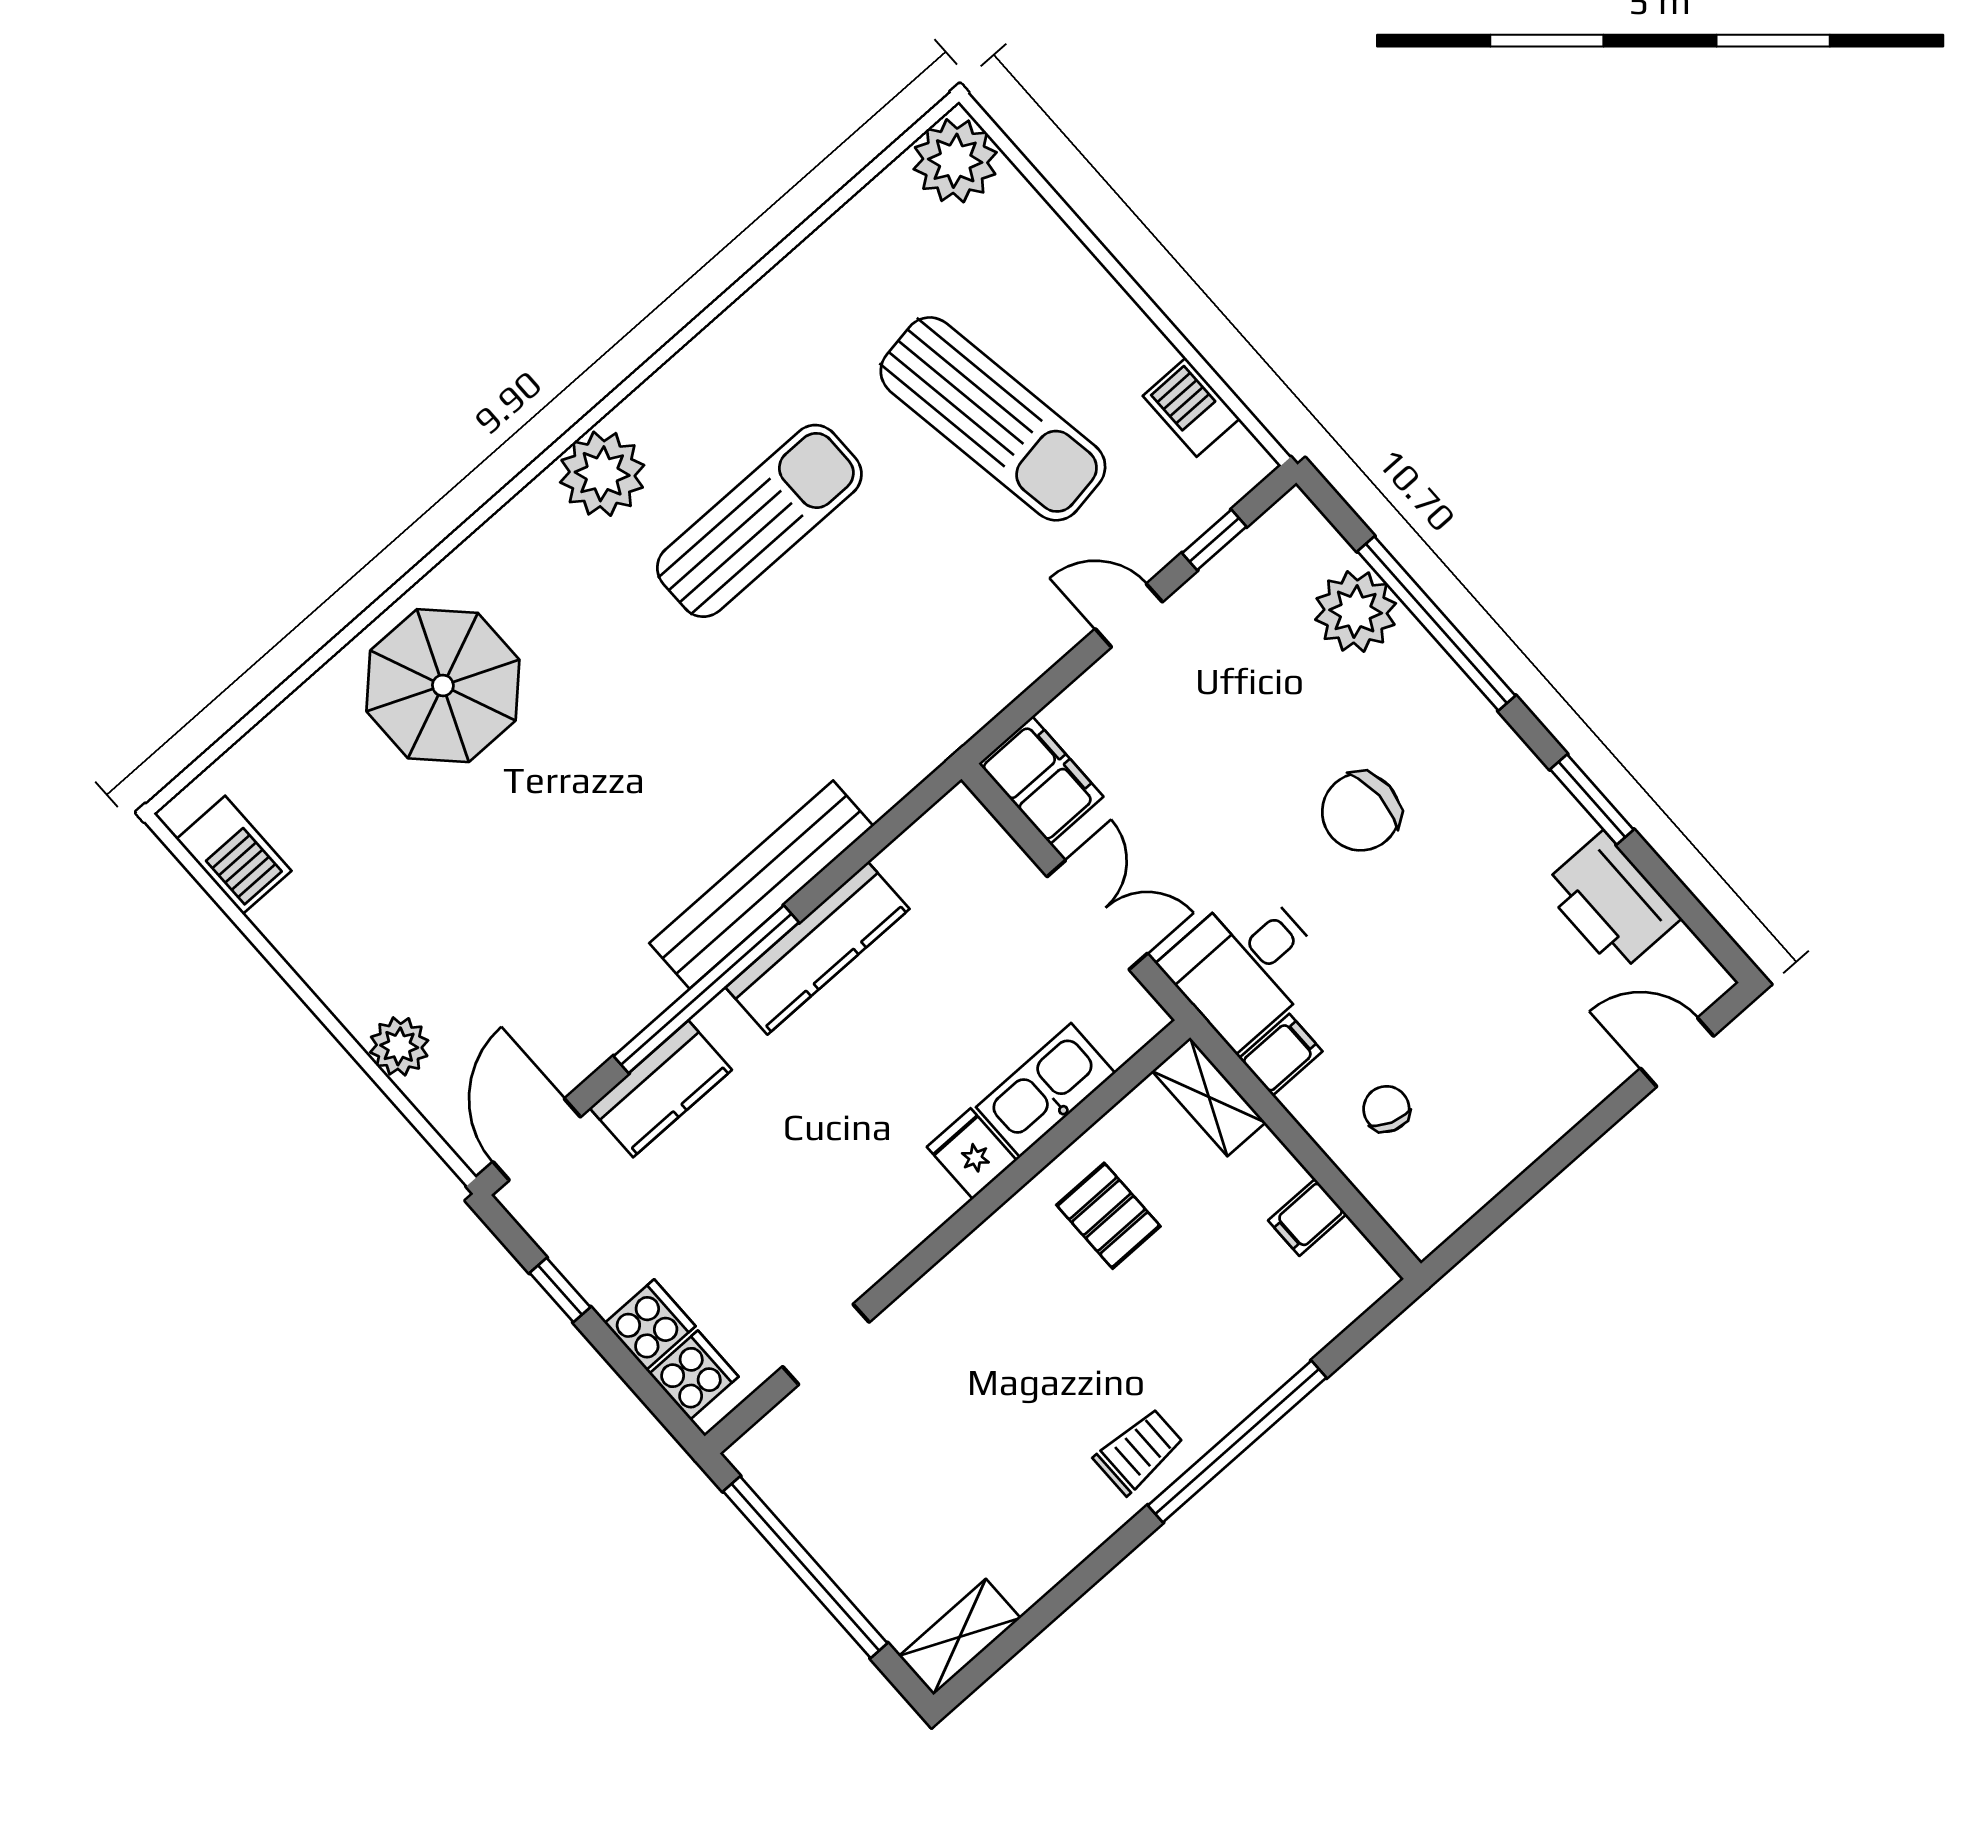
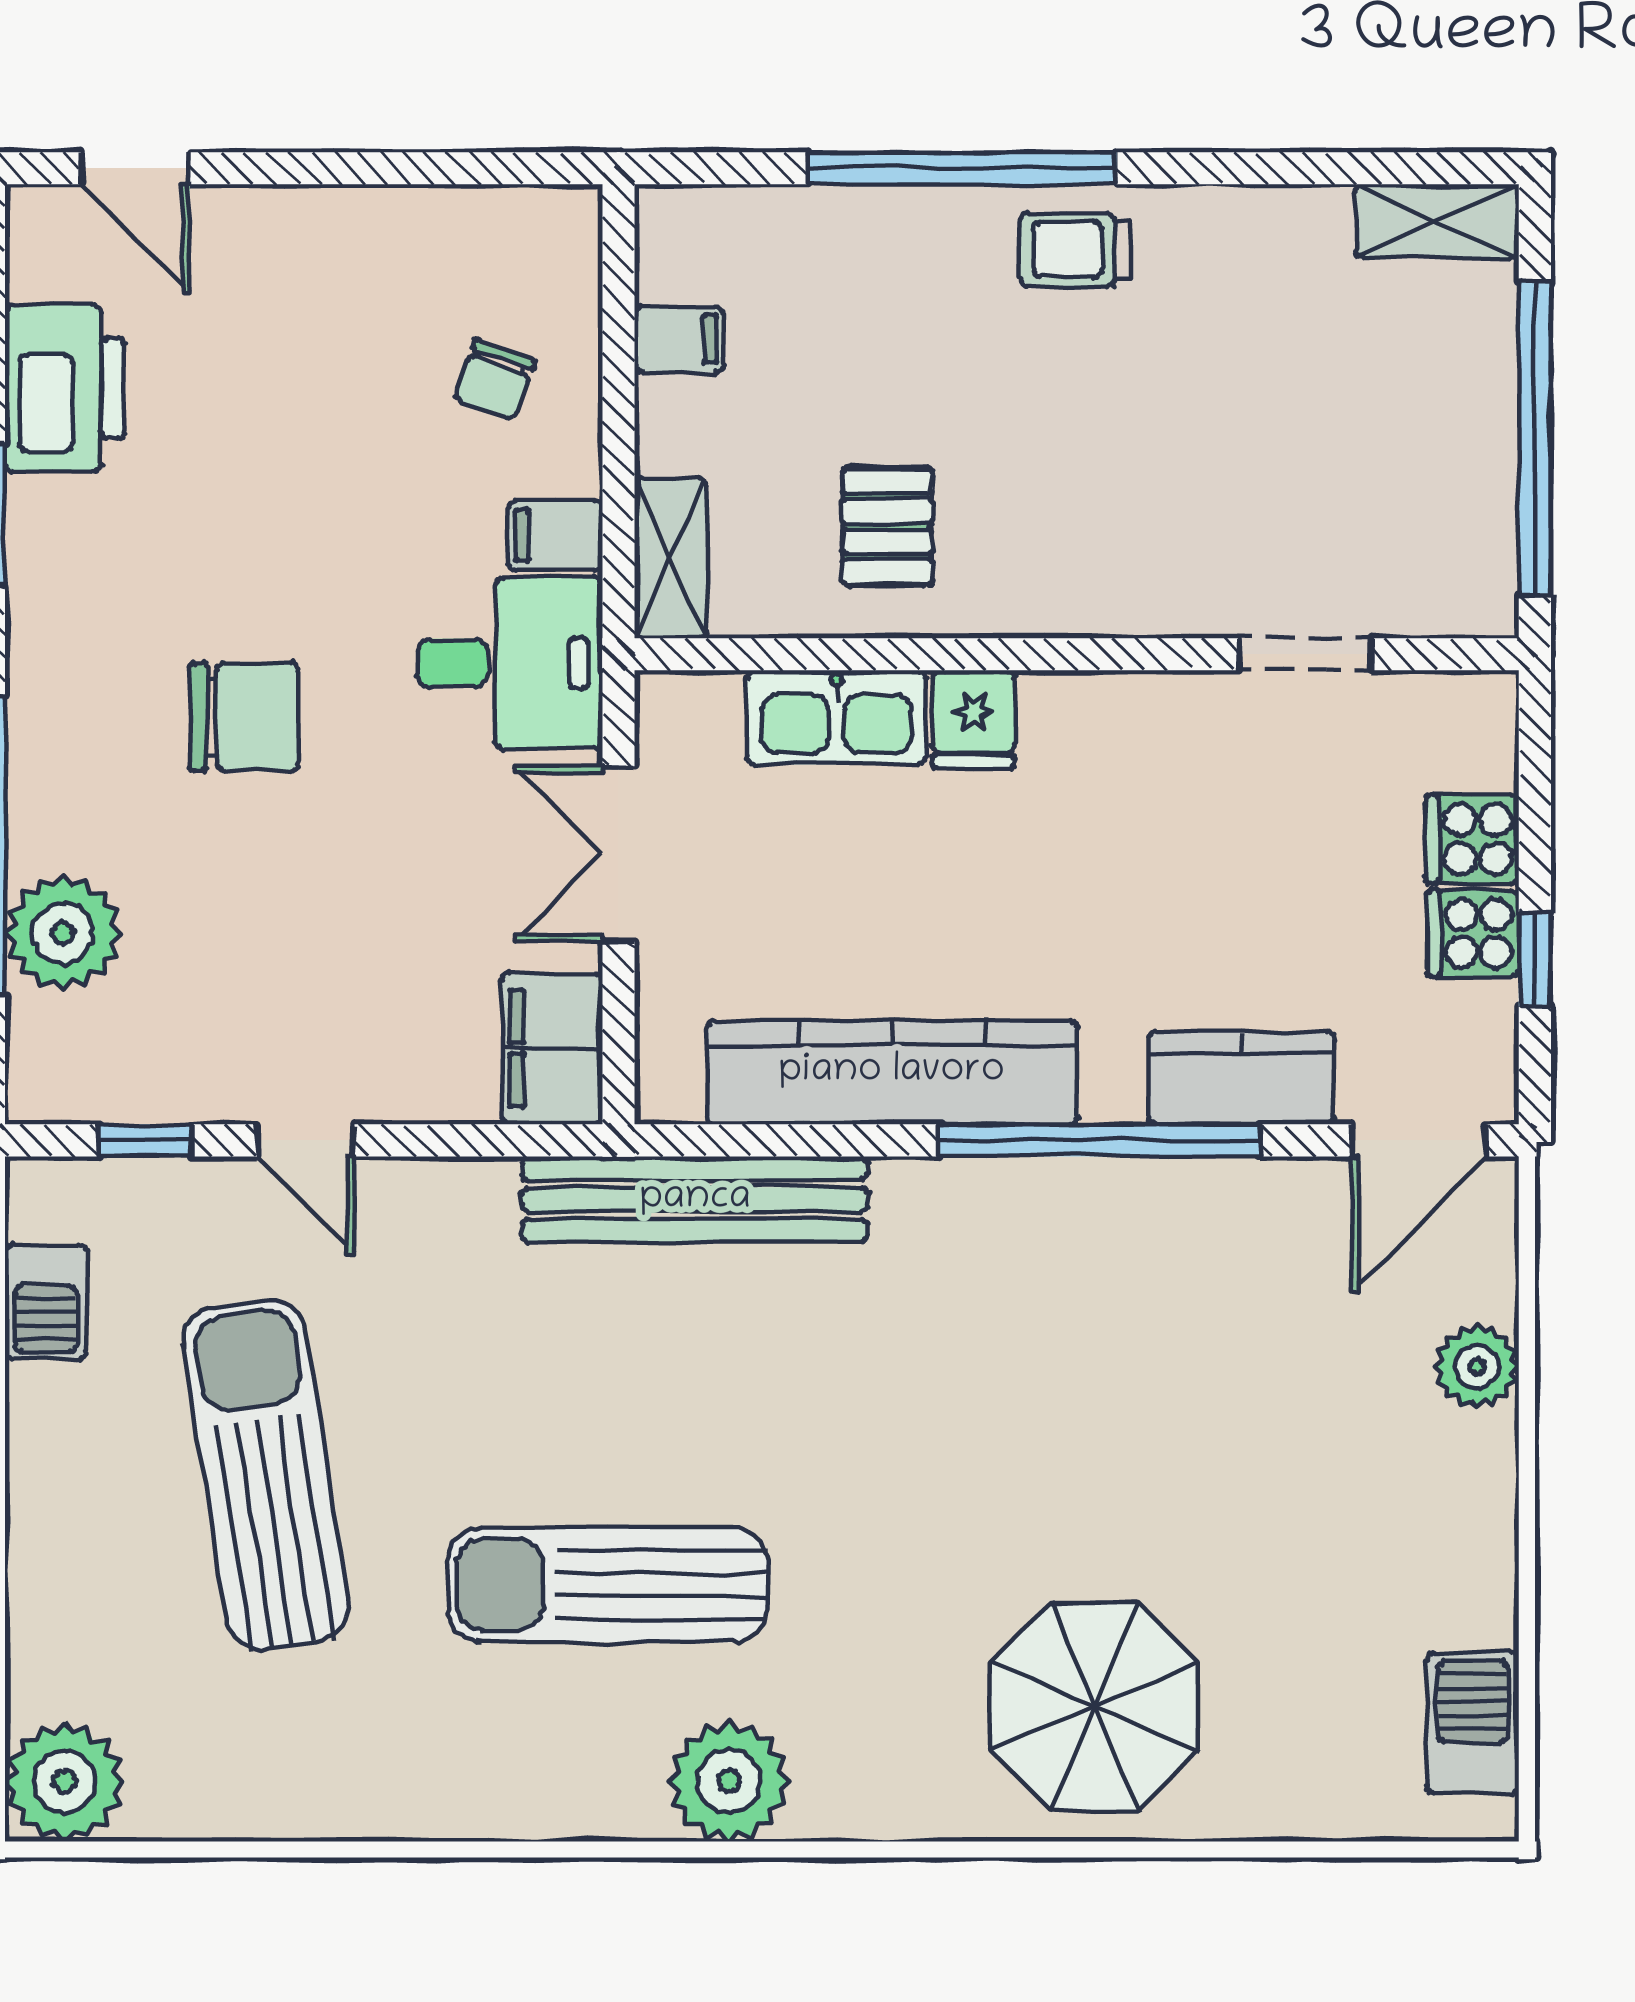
bench: (761, 885) -> (695, 1199), moved
kitchen counter: (818, 948) -> (892, 1072), width x1.39, depth x1.17
cooker: (694, 1375) -> (1473, 933), moved

